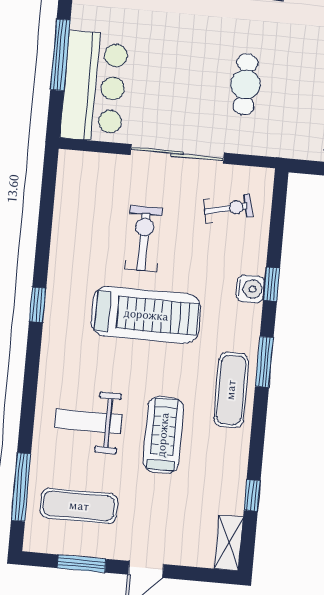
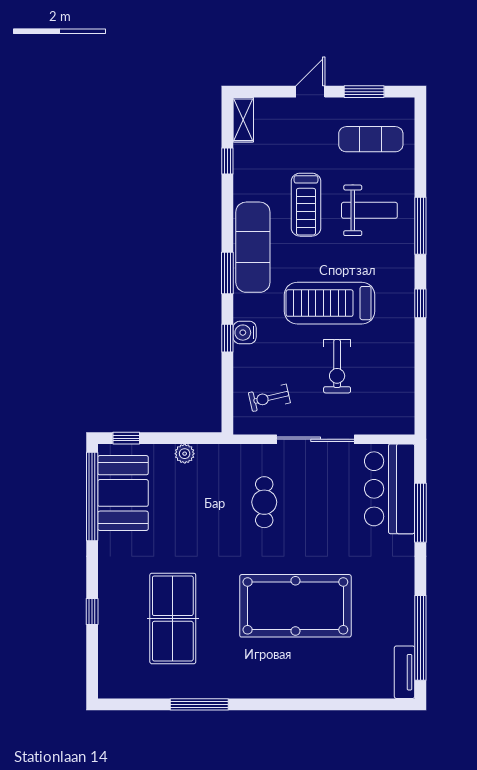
exercise mat: (231, 390) -> (253, 247), width x1.36, depth x1.45
window: (21, 487) -> (420, 226), moved

